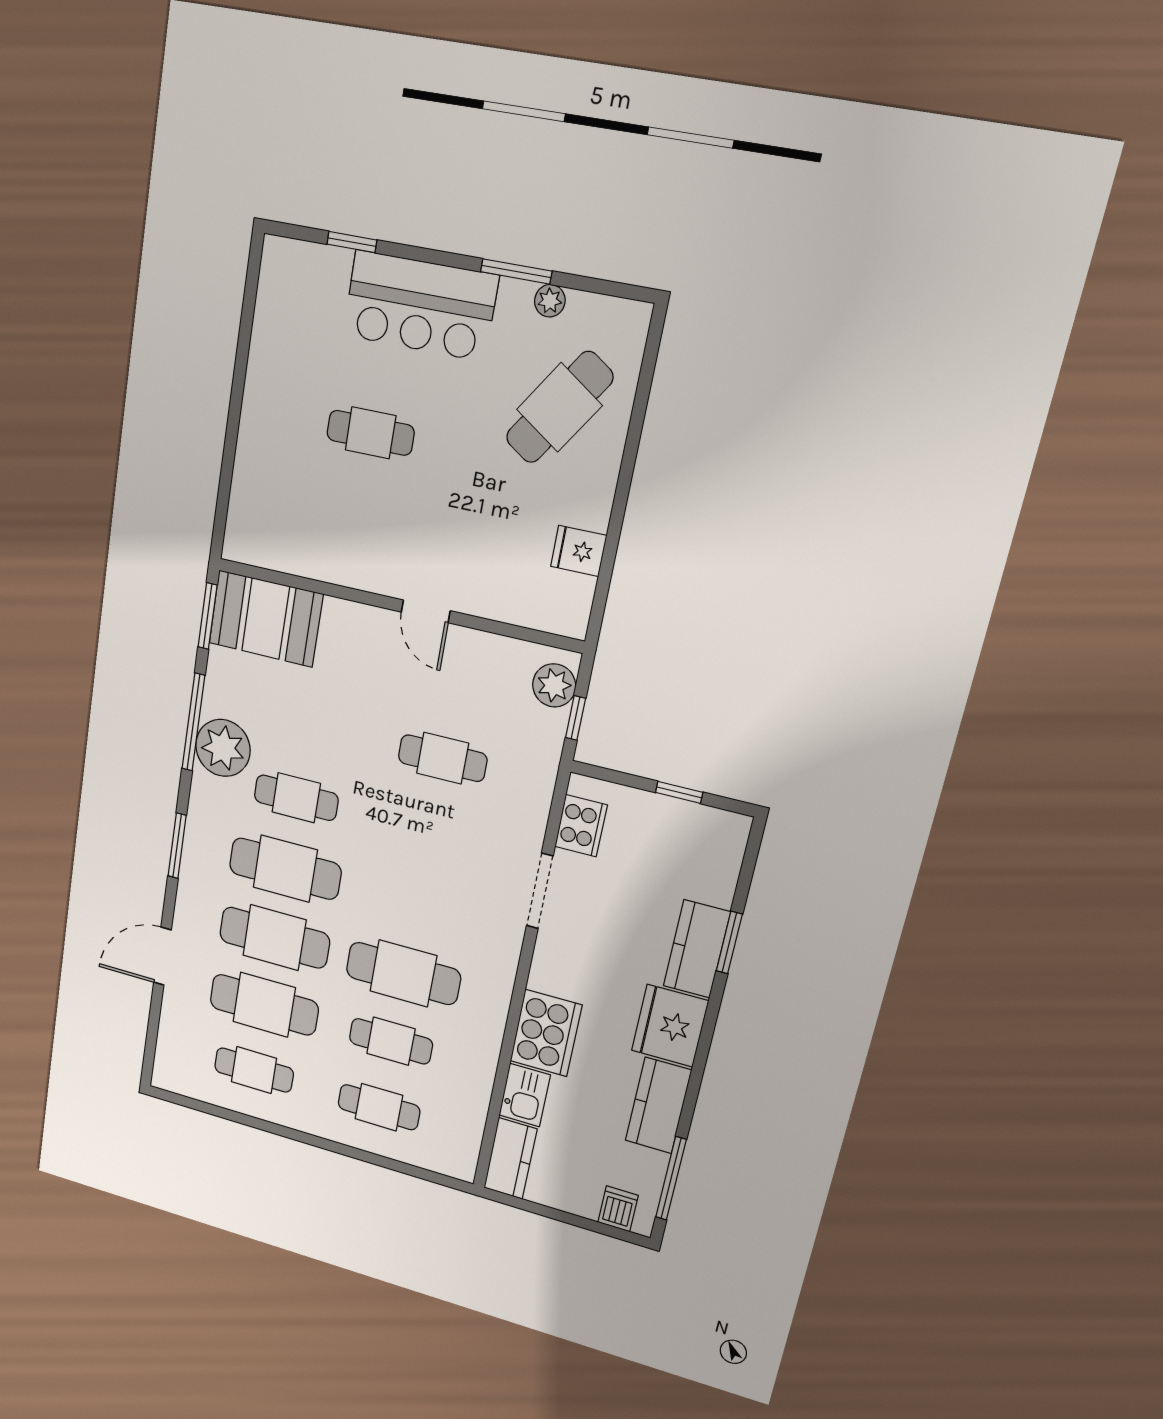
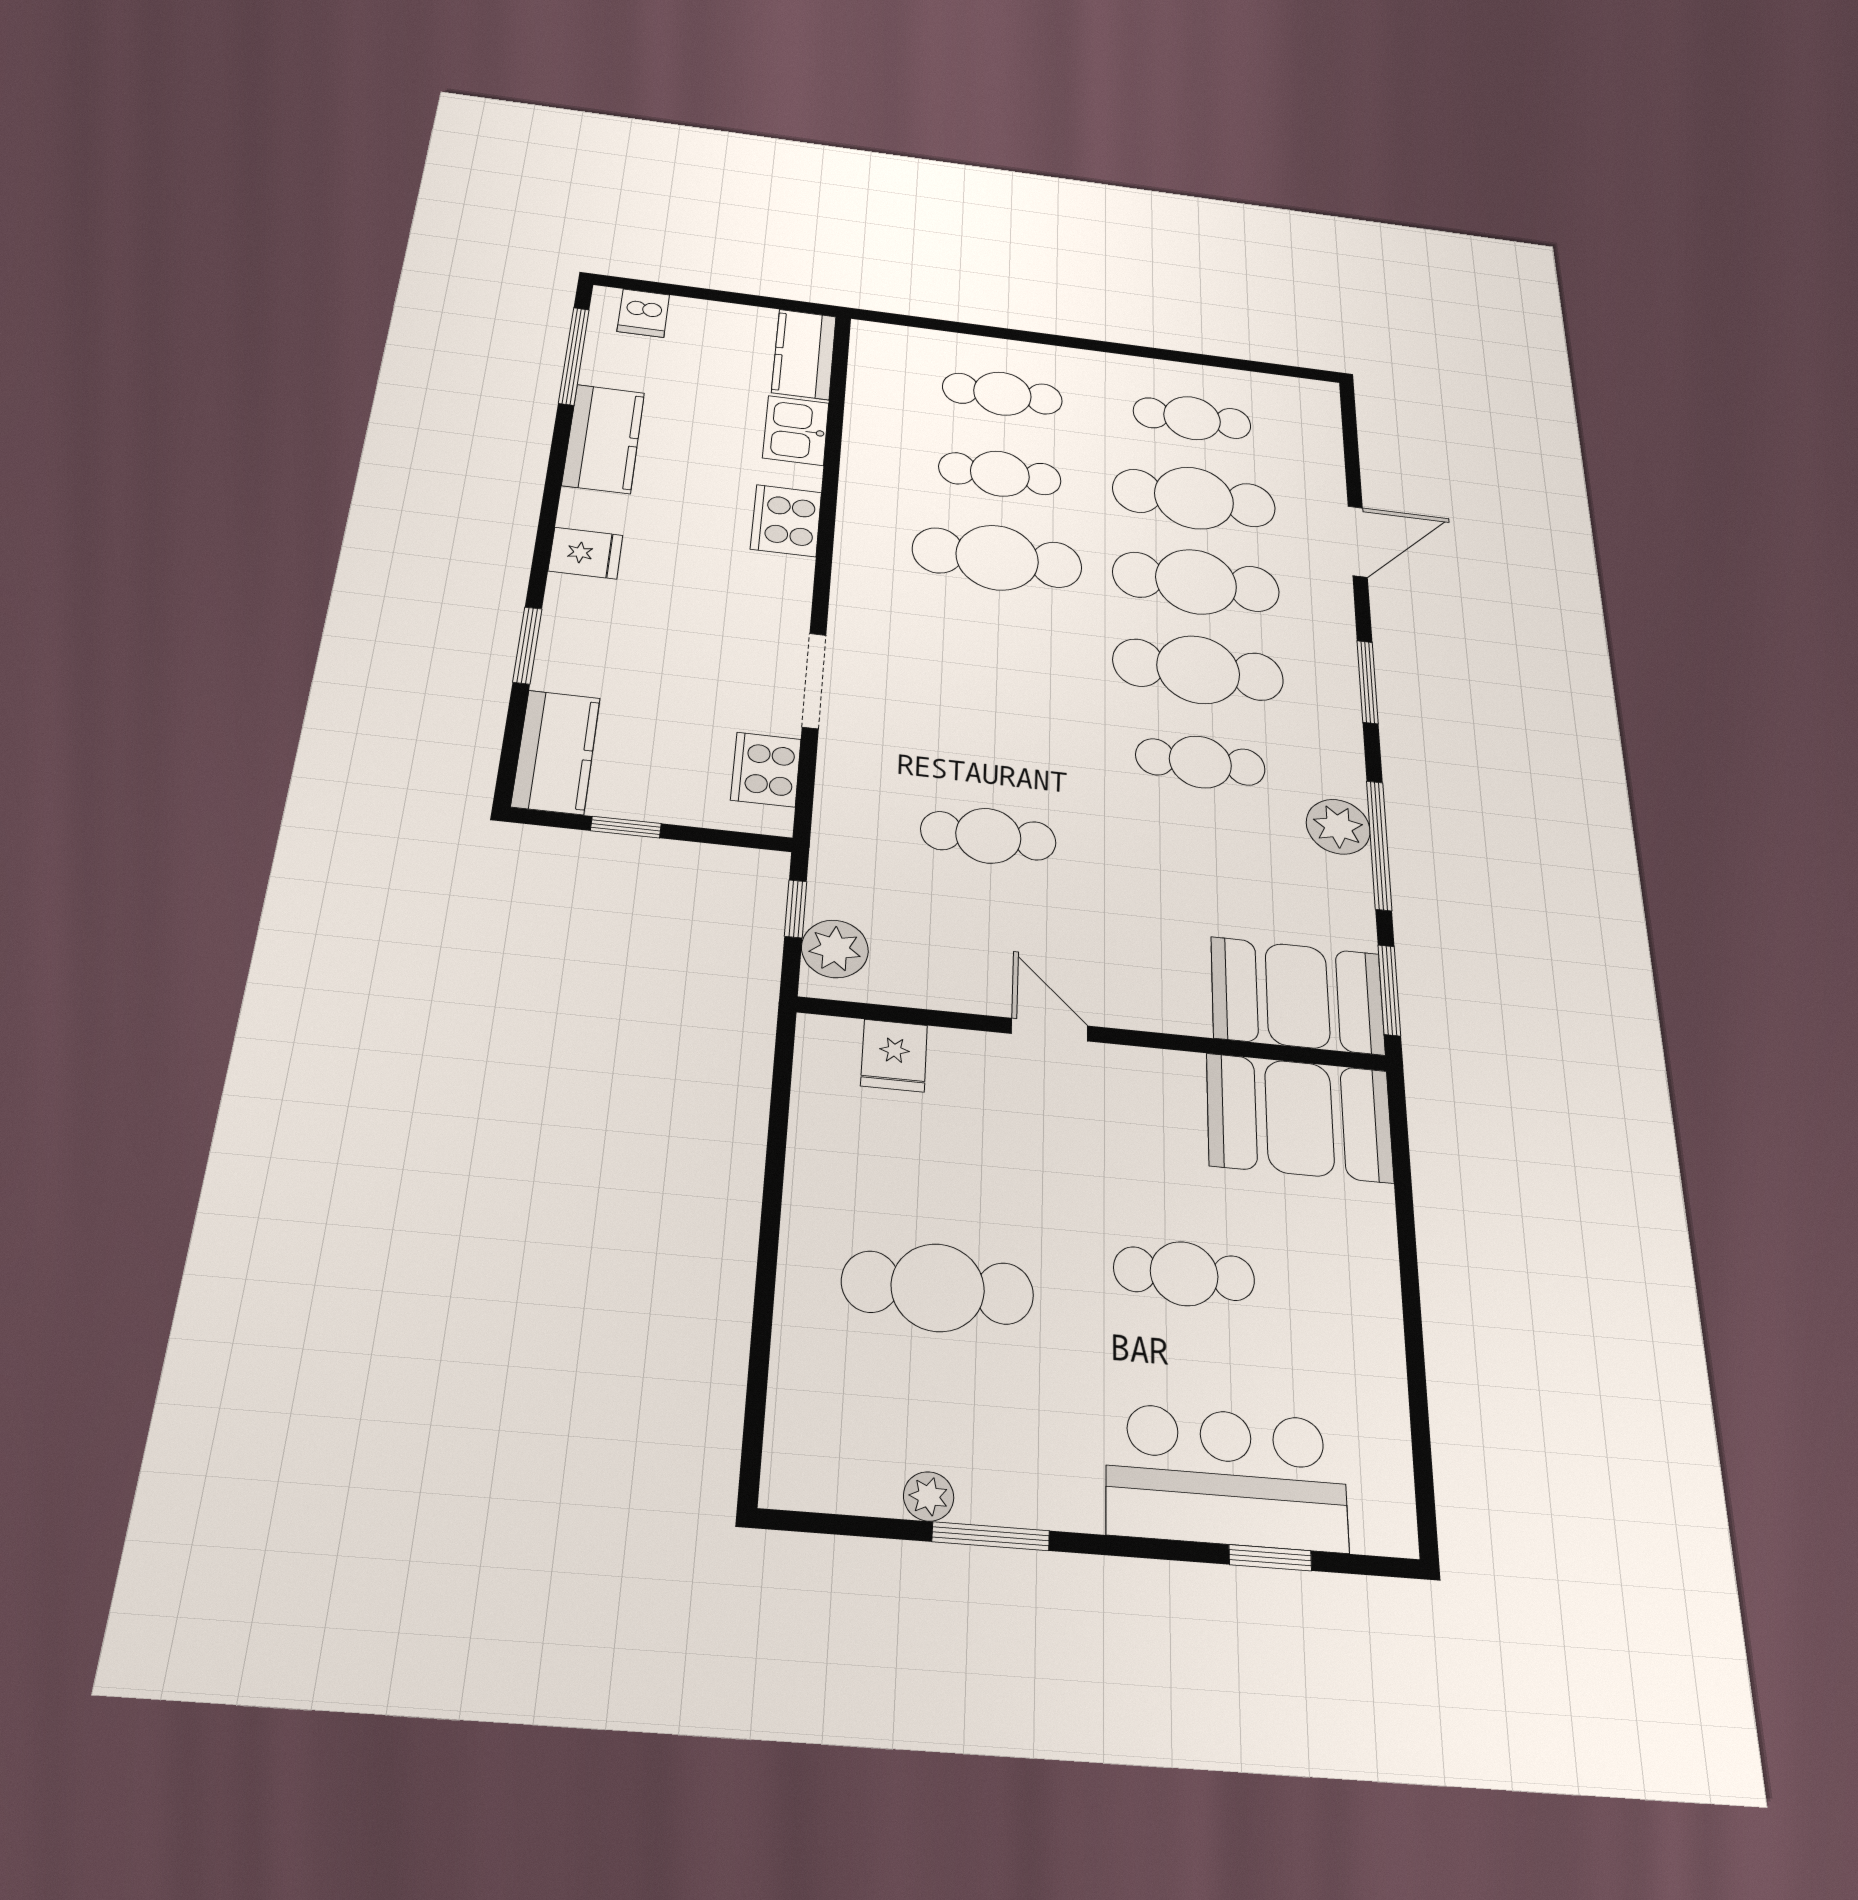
bar counter: (420, 306) -> (1227, 1477), moved
cafe table: (559, 407) -> (938, 1288), moved, turned 56
booth: (280, 532) -> (1299, 1118), added
fridge: (579, 551) -> (894, 1056), moved, turned 90
plant: (223, 748) -> (1338, 827), width x0.73, depth x0.73
kitchen counter: (697, 949) -> (556, 752), moved
fridge: (670, 1026) -> (586, 553), width x0.53, depth x0.75
cooker: (546, 1033) -> (786, 521), width x0.73, depth x0.76

